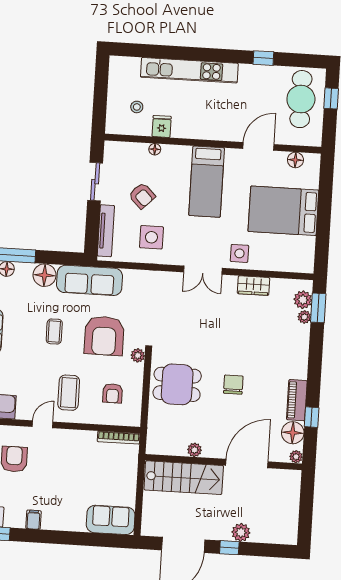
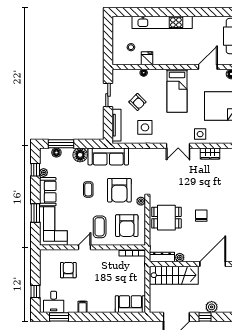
window: (263, 58) -> (207, 12), removed
armchair: (113, 393) -> (127, 226), width x1.88, depth x1.88
dresser: (166, 447) -> (162, 257), added

